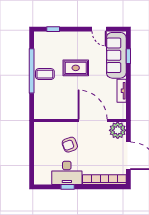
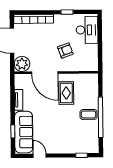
rug: (76, 68) -> (66, 93), moved, turned 90
desk: (67, 173) -> (87, 30), moved, turned 90

